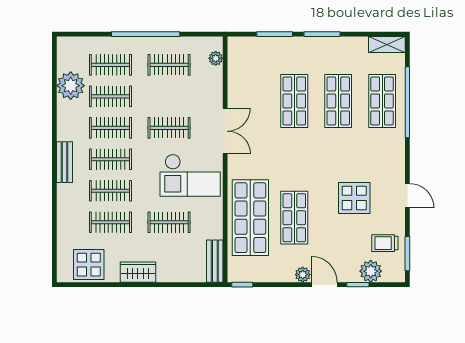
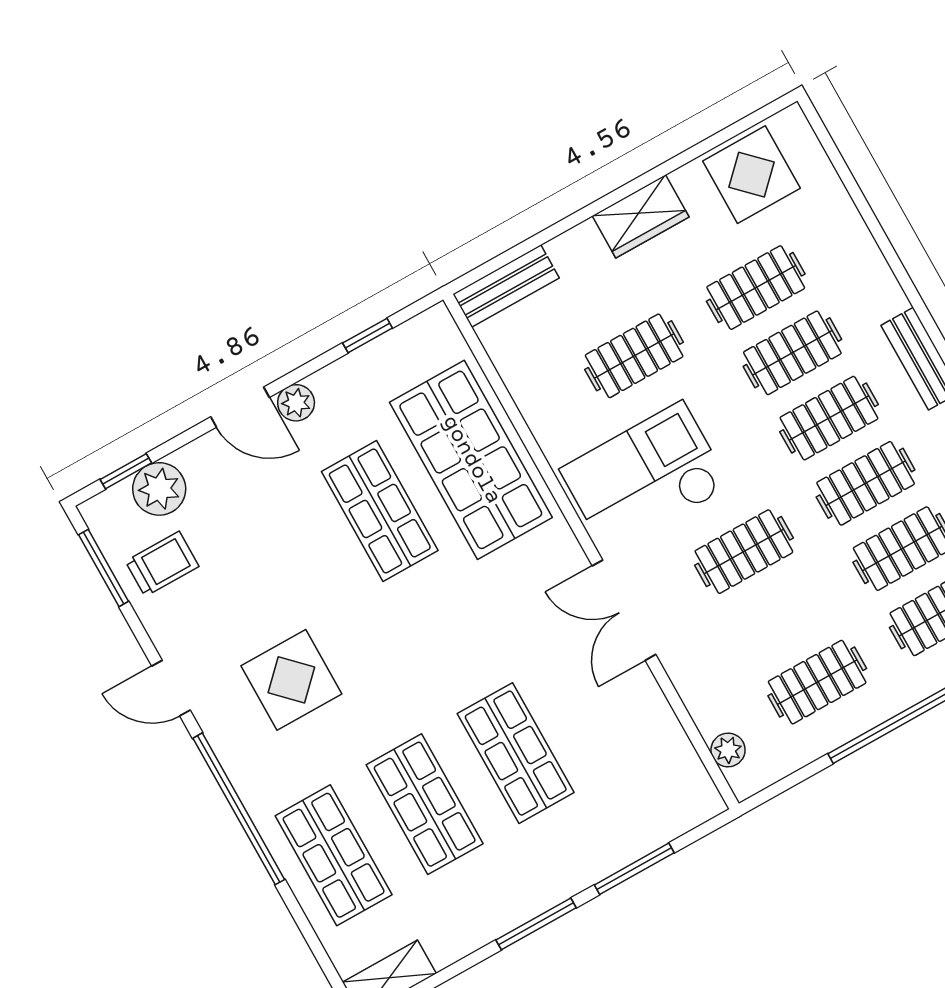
window: (407, 102) -> (239, 809), moved
display table: (354, 198) -> (291, 680), moved
bench: (215, 261) -> (506, 286), moved, turned 90
window: (242, 285) -> (368, 336), moved
window: (358, 285) -> (126, 471), moved

